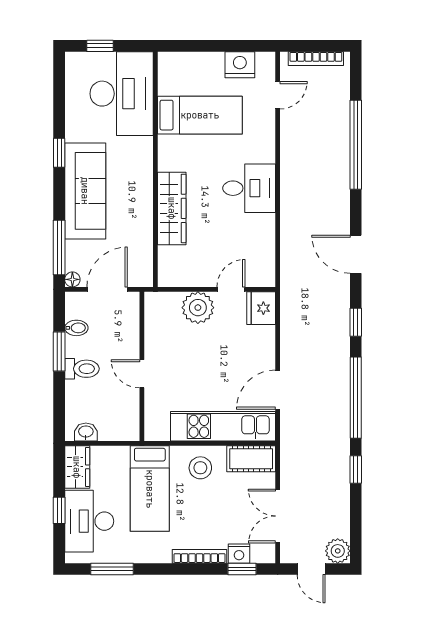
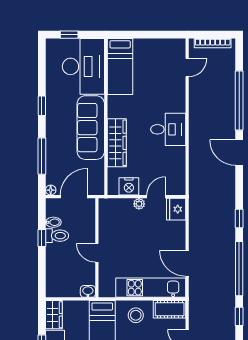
nightstand: (240, 65) -> (129, 186), moved, turned 180
bed: (200, 115) -> (120, 67), moved, turned 90
sofa: (85, 191) -> (91, 128), moved, turned 180
window: (59, 247) -> (42, 156), moved
door: (356, 254) -> (239, 153), moved
plant: (198, 308) -> (139, 204), width x0.53, depth x0.53
window: (59, 352) -> (42, 238), width x0.67
toilet: (82, 369) -> (57, 236), moved
door: (278, 390) -> (187, 263), hinge flipped
washbasin: (86, 432) -> (88, 291), moved

